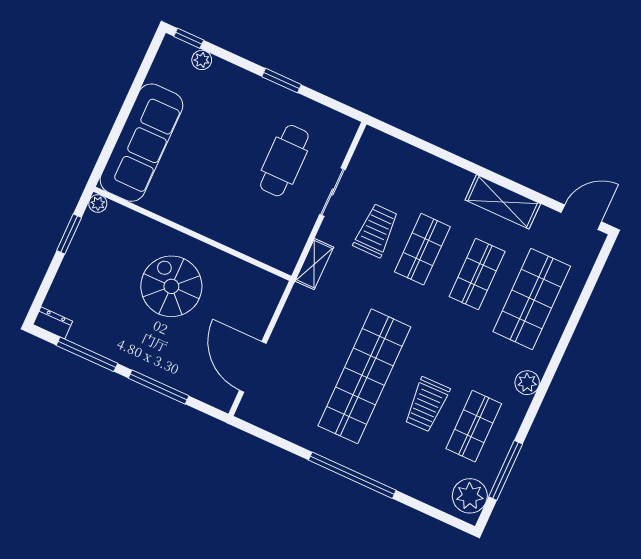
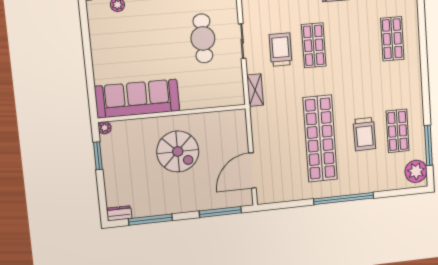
sofa: (141, 143) -> (137, 99), moved, turned -90
shop shelf: (477, 274) -> (353, 42), removed
spiral stairs: (171, 286) -> (178, 151), turned 180
shop shelf: (532, 299) -> (392, 39), width x0.70, depth x0.74
door: (253, 367) -> (252, 170), hinge flipped
plant: (527, 383) -> (415, 89), removed
window: (159, 387) -> (220, 212), moved

